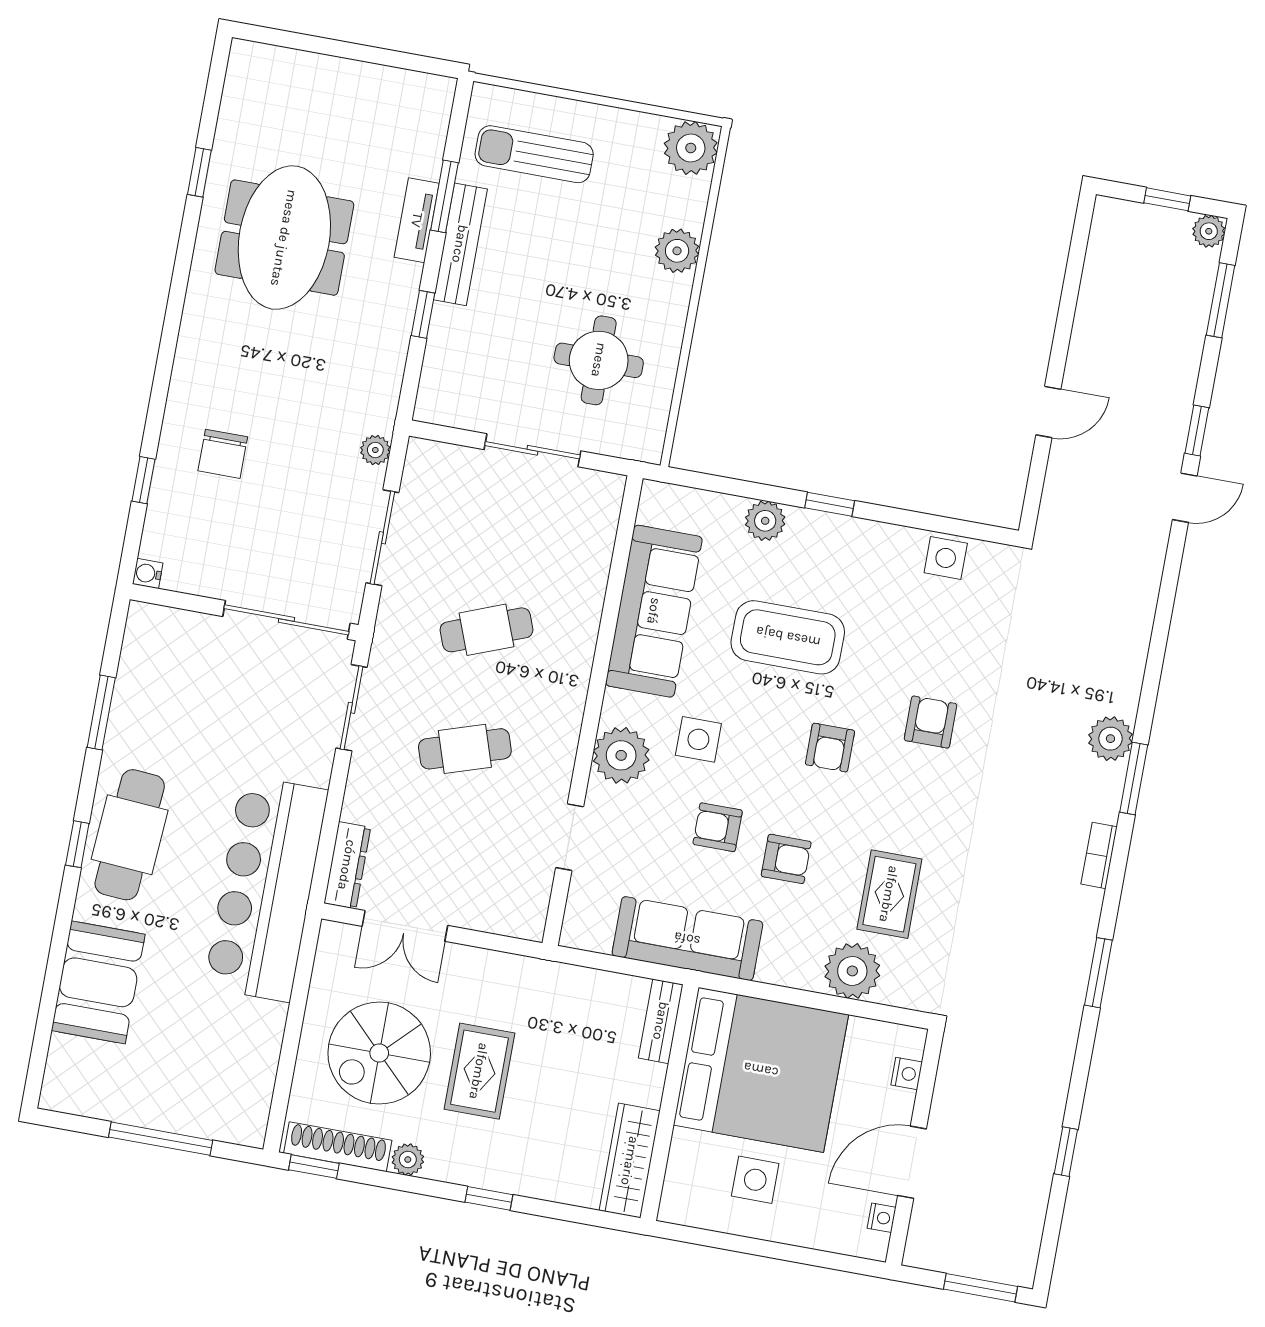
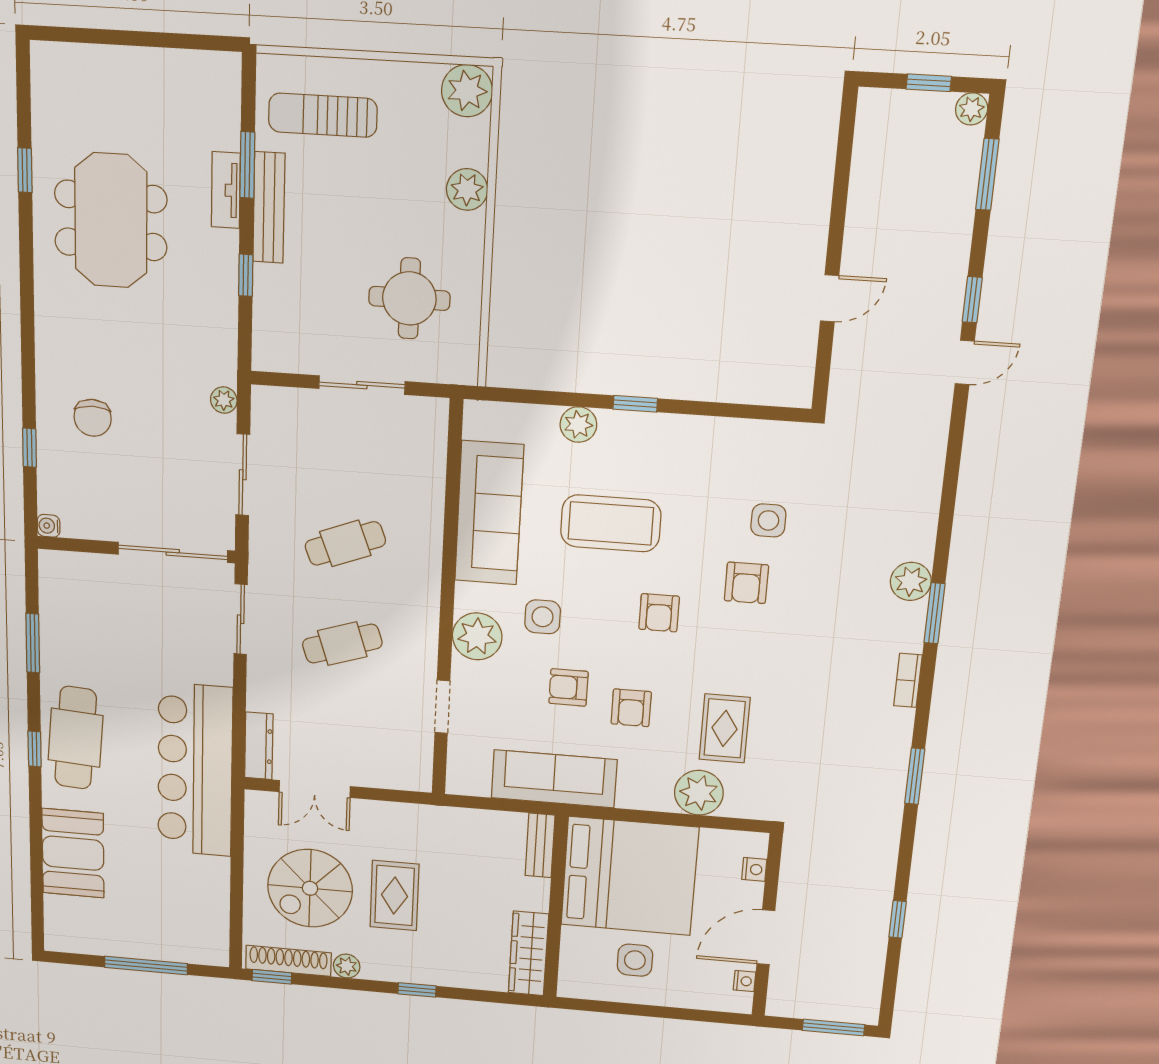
side table: (946, 558) -> (768, 520), moved
armchair: (930, 722) -> (746, 583), turned 180
armchair: (786, 859) -> (631, 708), turned 90

